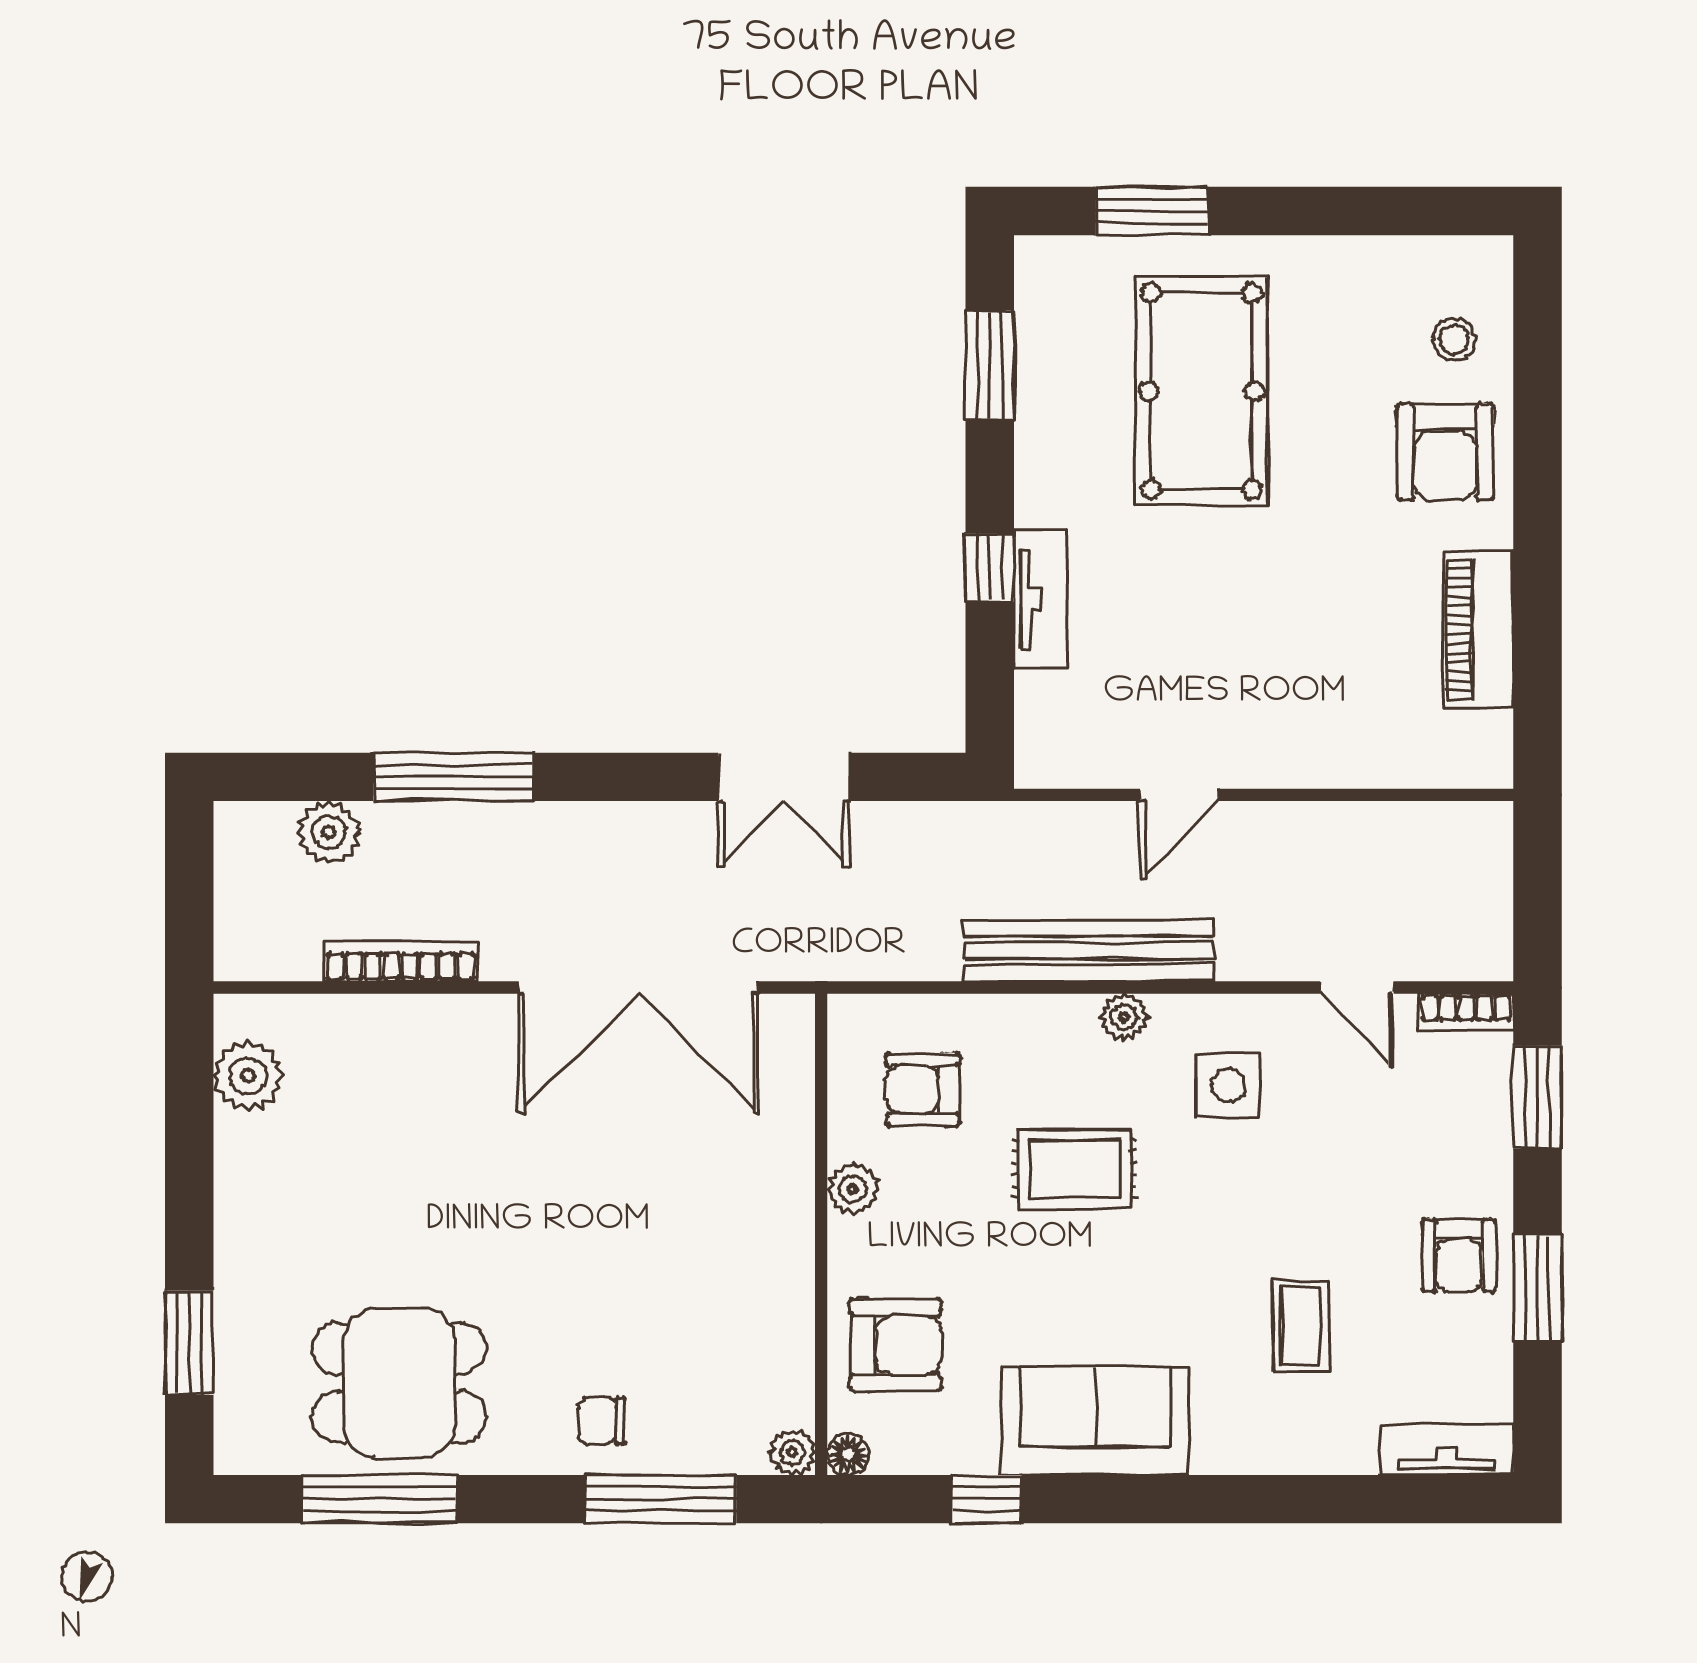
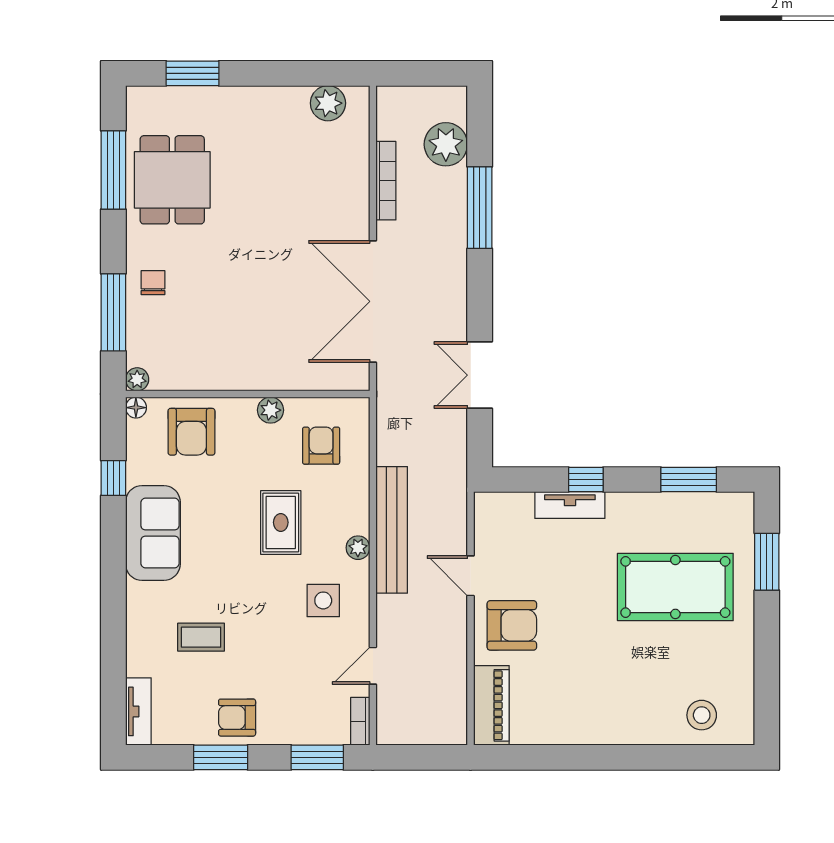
stool: (1454, 339) -> (702, 715), width x1.37, depth x1.37
armchair: (1445, 452) -> (512, 625), moved, turned 180
piano: (1478, 630) -> (491, 705), moved, turned 90
plant: (329, 832) -> (446, 144), width x1.36, depth x1.36

